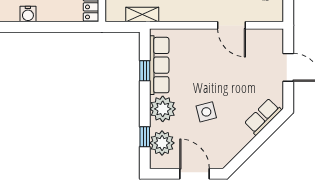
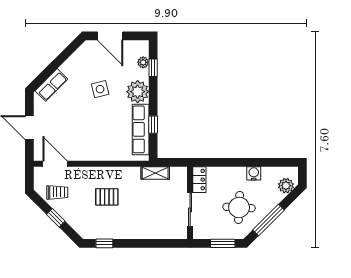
door: (232, 25) -> (55, 164), moved
plant: (162, 143) -> (143, 62), width x0.53, depth x0.53

